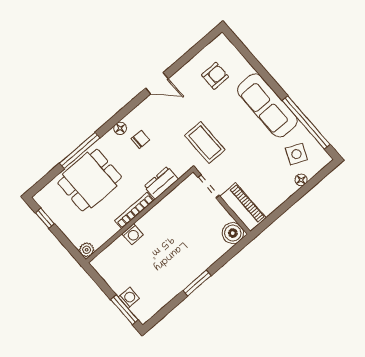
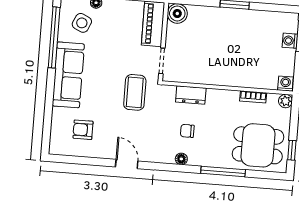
chair: (140, 139) -> (187, 131), moved
dining table: (90, 180) -> (258, 145), moved
bookcase: (134, 210) -> (253, 97), moved, width x0.64
washing machine: (133, 234) -> (285, 84), moved

